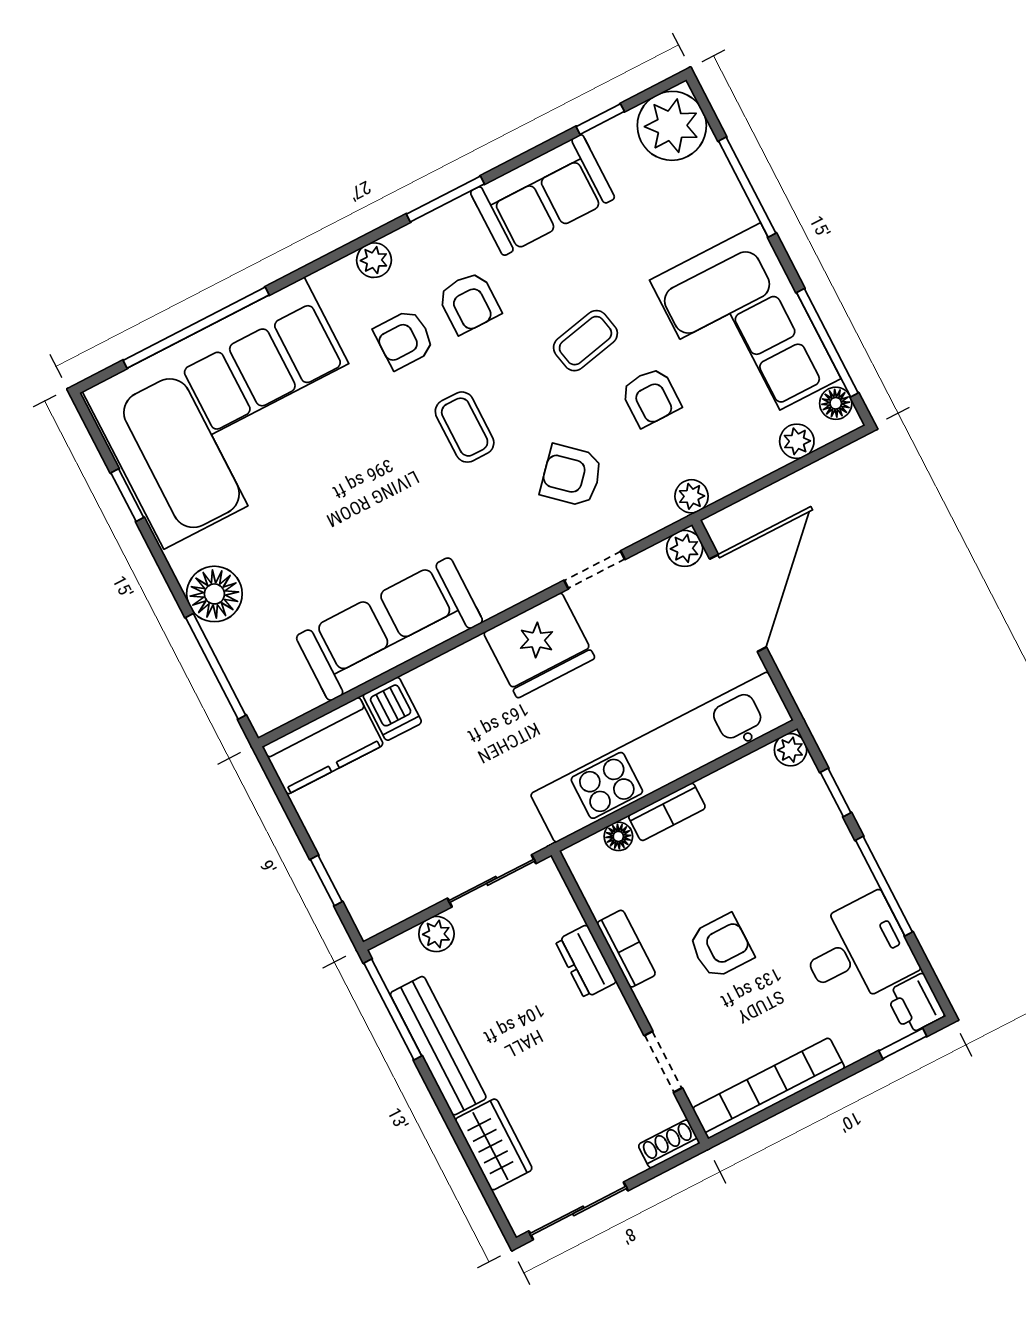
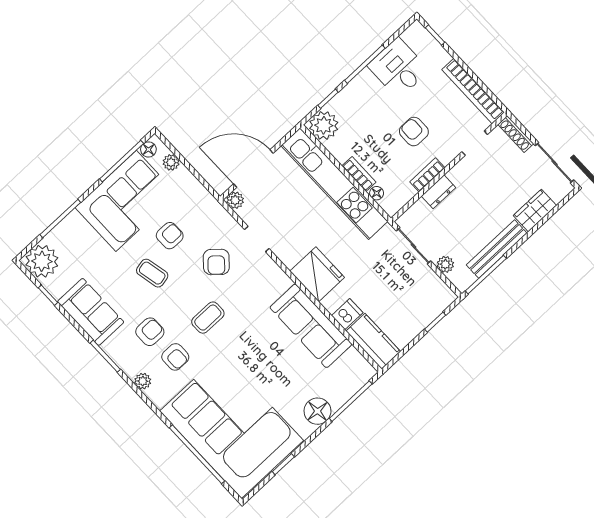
plant: (691, 496) -> (210, 204), removed
fridge: (539, 645) -> (317, 274), moved
plant: (791, 750) -> (324, 125), width x1.88, depth x1.88
printer: (915, 1004) -> (415, 35), removed
shoe rack: (669, 1144) -> (516, 134), width x1.43

